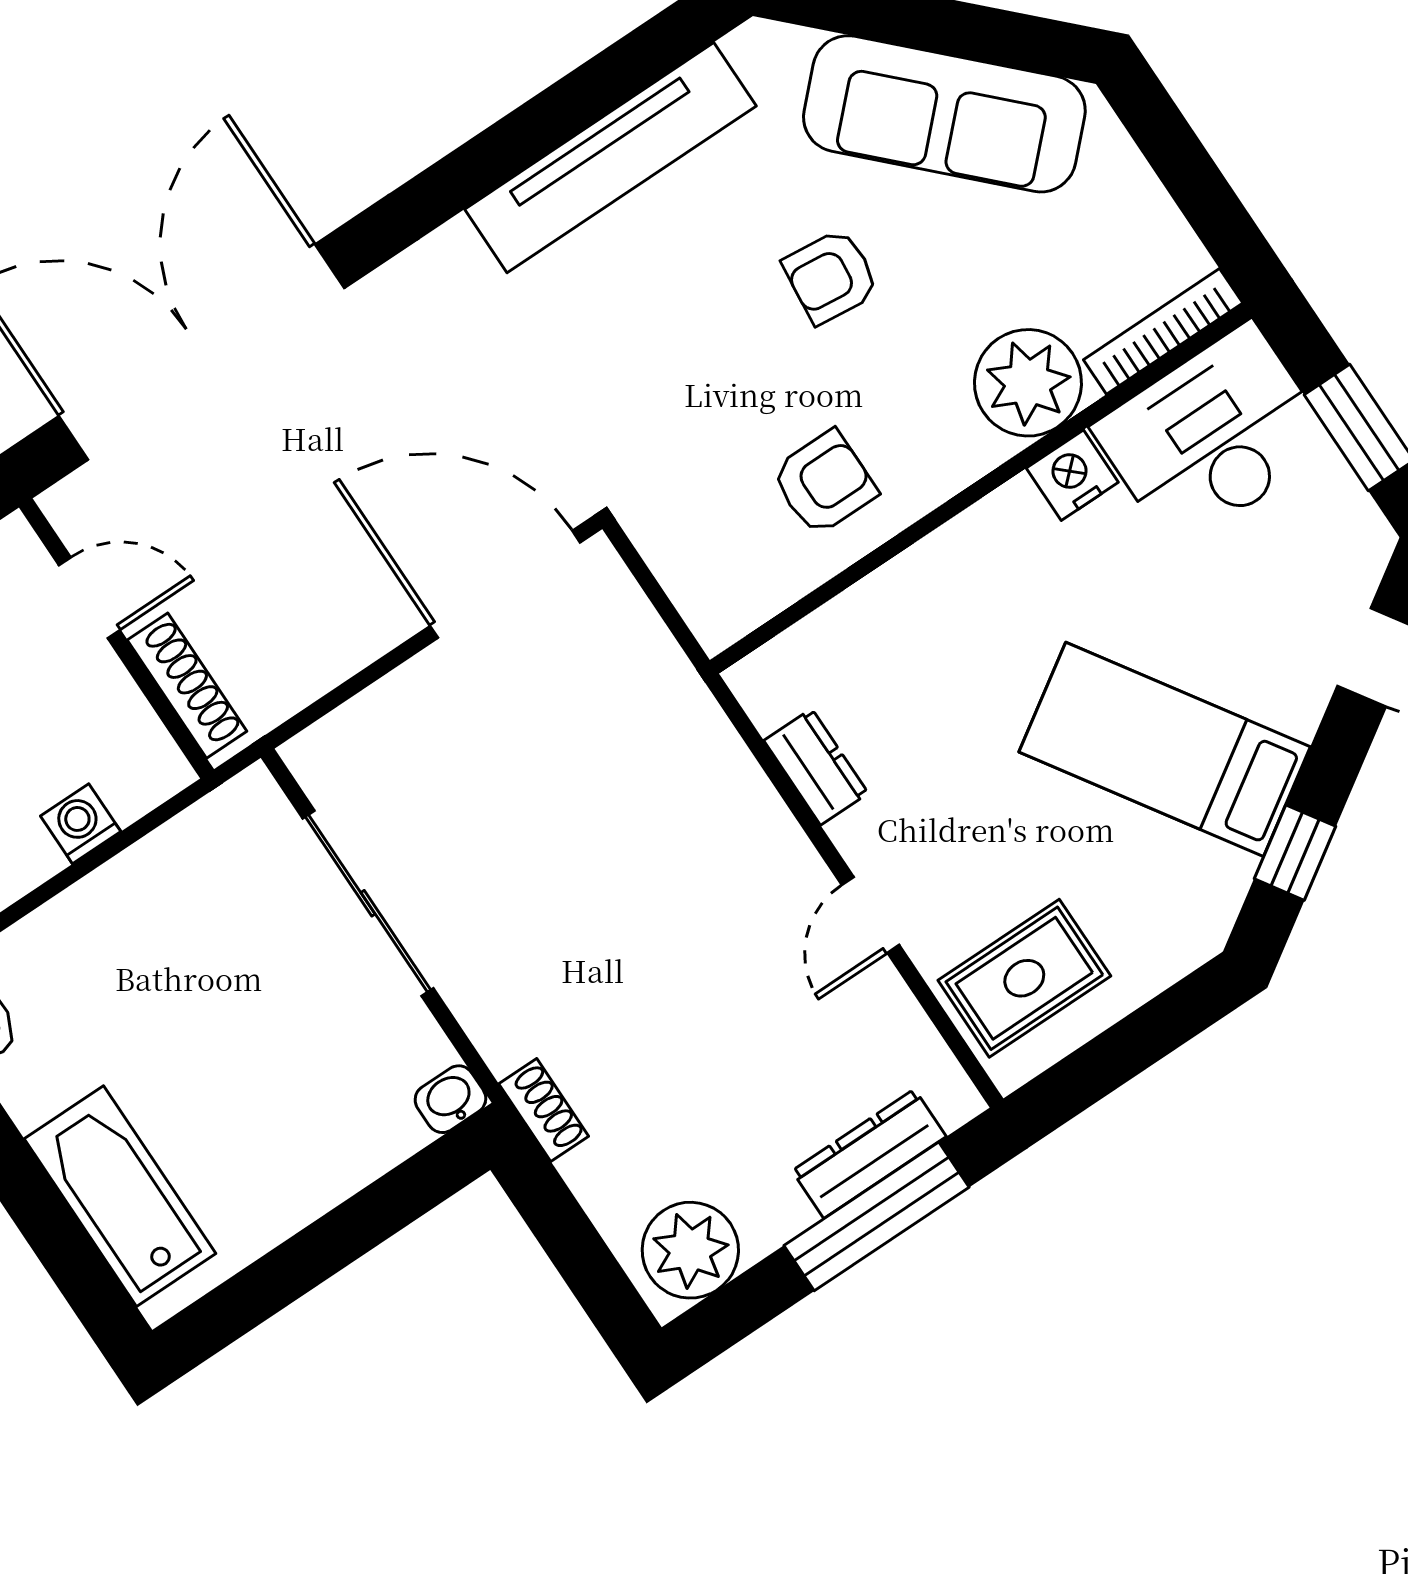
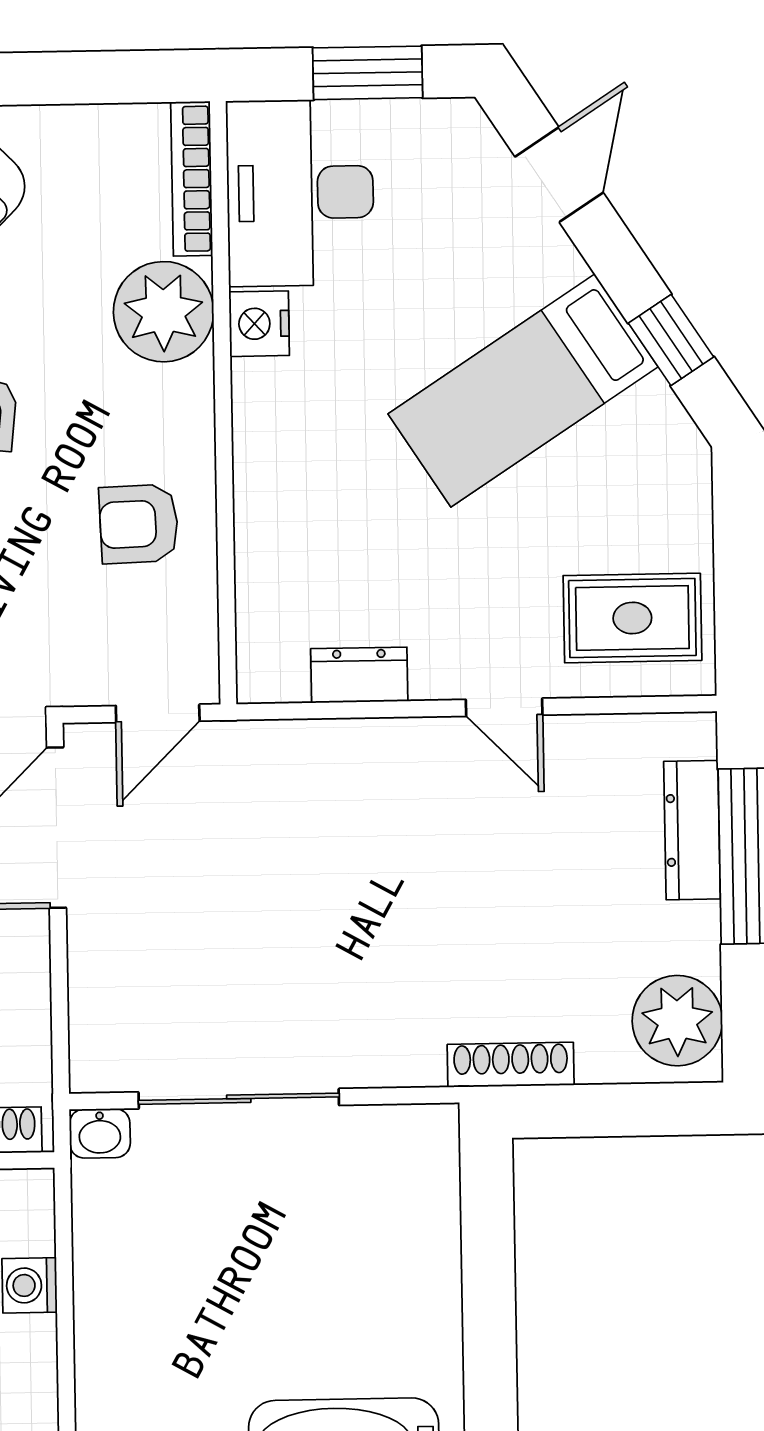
armchair: (824, 483) -> (139, 524), turned -92
door: (666, 609) -> (158, 713), added
rug: (1024, 978) -> (632, 618), turned 90
washbasin: (450, 1099) -> (100, 1133), moved, turned -90
shoe rack: (544, 1110) -> (511, 1065), width x1.43

